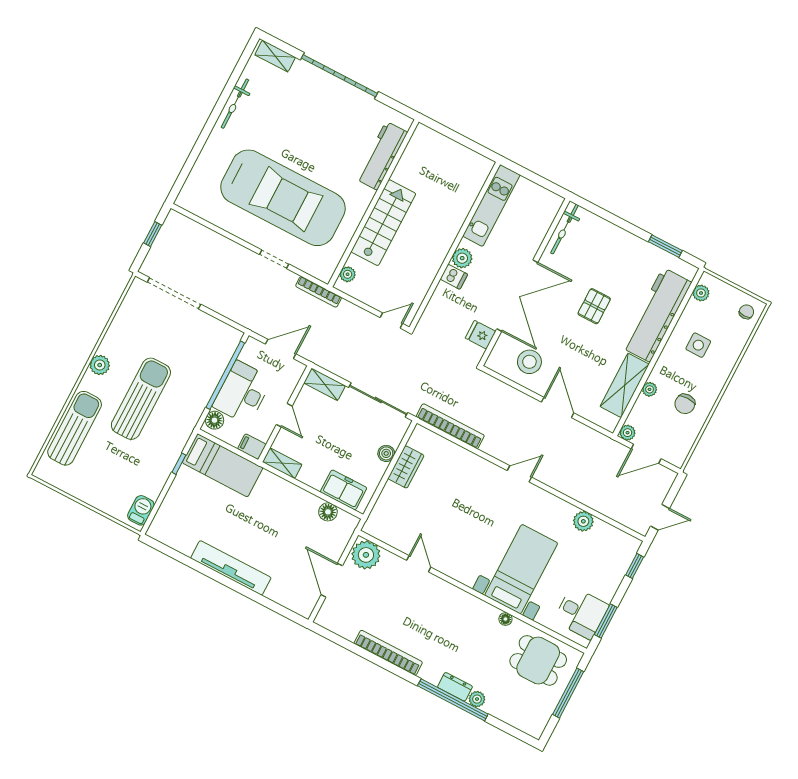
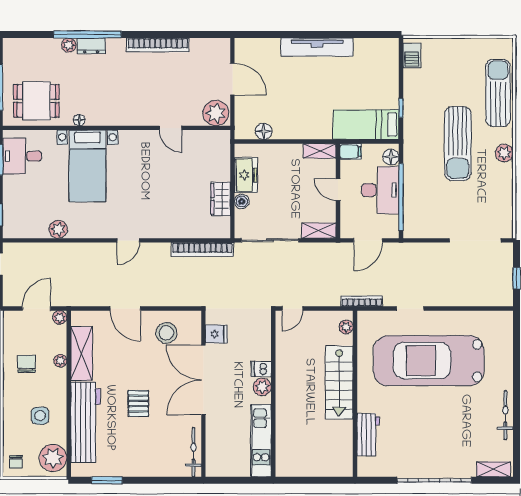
workbench: (382, 156) -> (368, 435), width x0.73
plant: (701, 293) -> (53, 458), width x1.88, depth x1.88
sun lounger: (75, 428) -> (498, 93), turned 180
freezer: (344, 490) -> (246, 175), moved, turned -90

